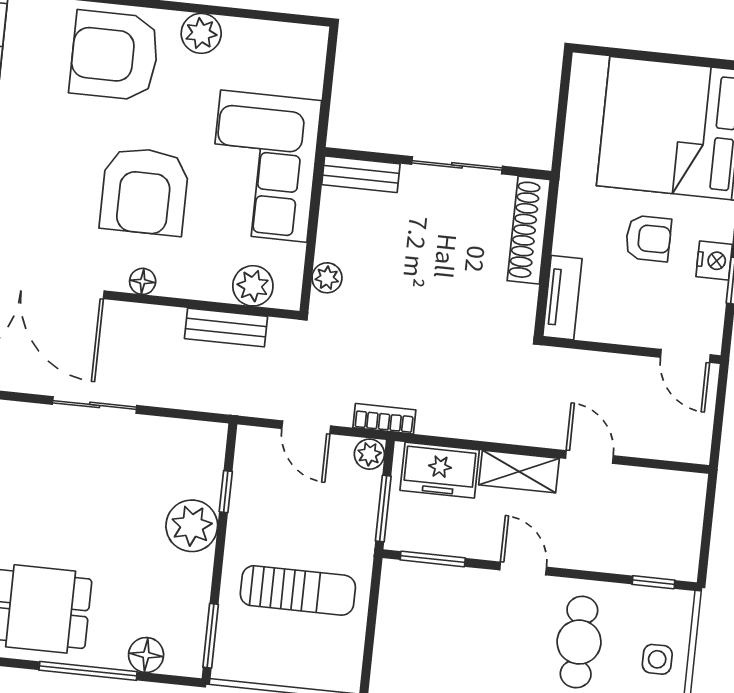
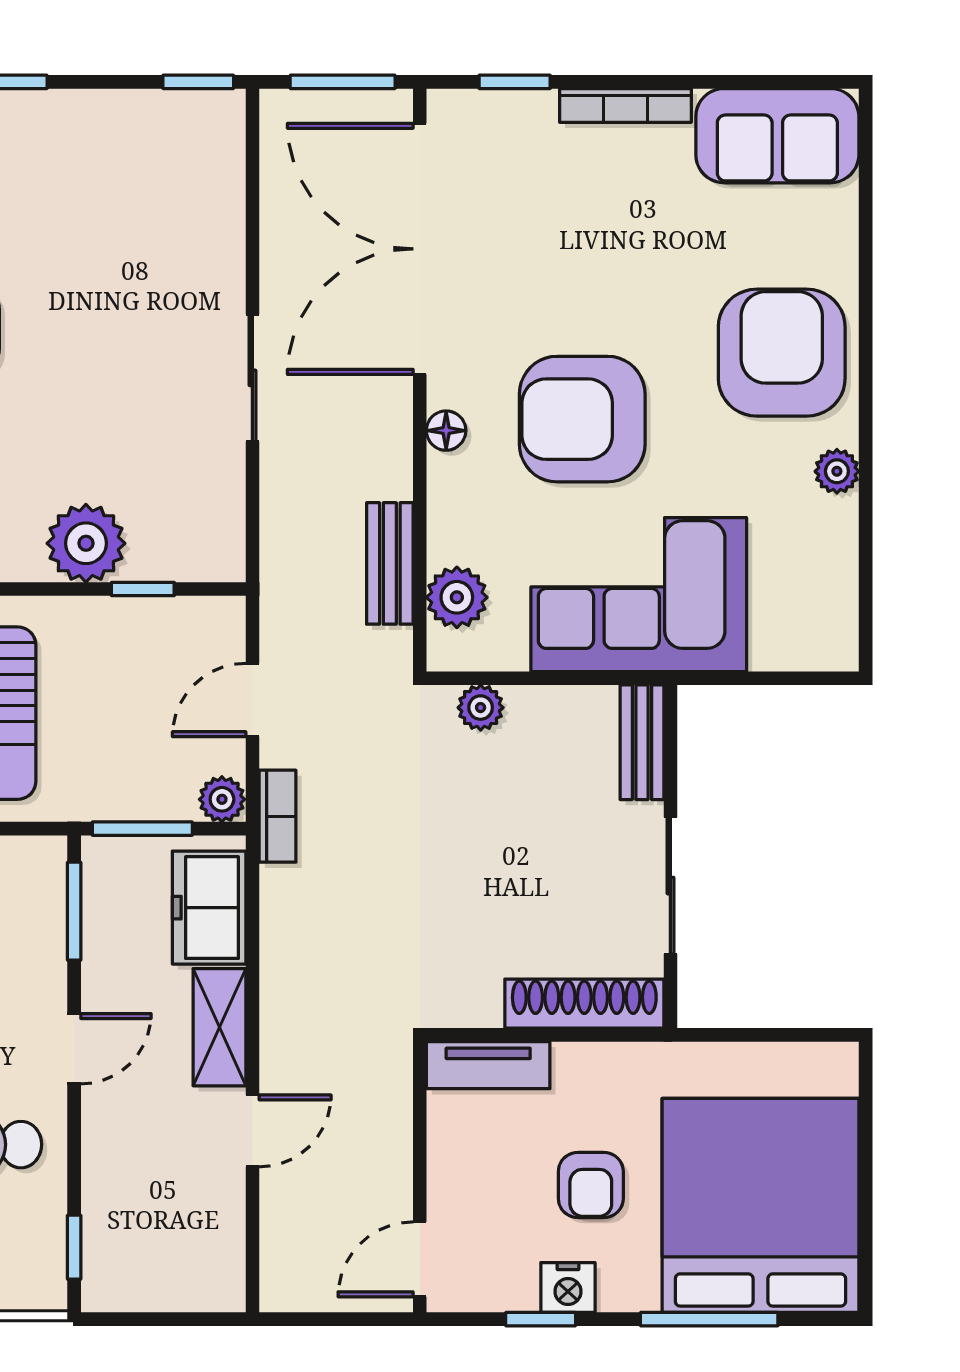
plant: (201, 33) -> (837, 471), width x0.73, depth x0.73

